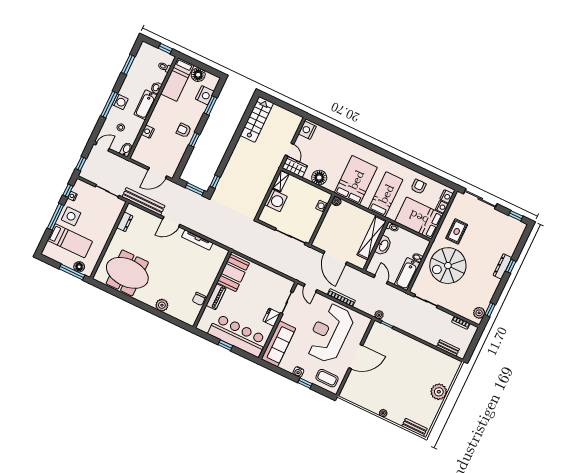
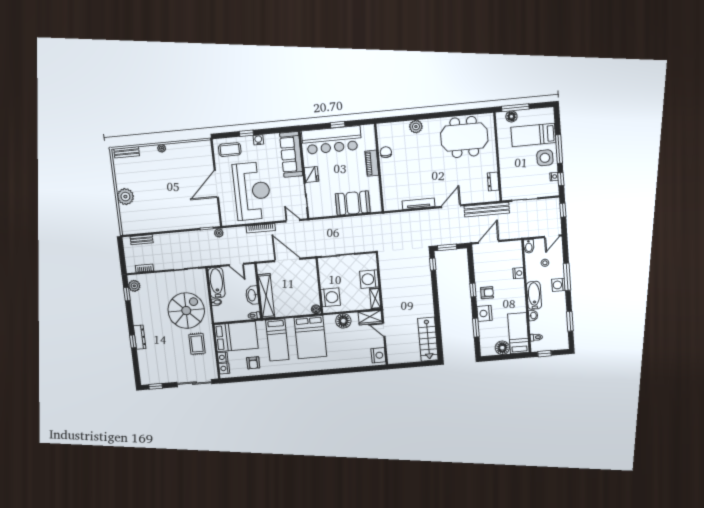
nightstand: (205, 95) -> (485, 313), moved
washing machine: (322, 206) -> (330, 297), width x1.89, depth x1.89
booth: (233, 273) -> (353, 203), moved, turned 90

